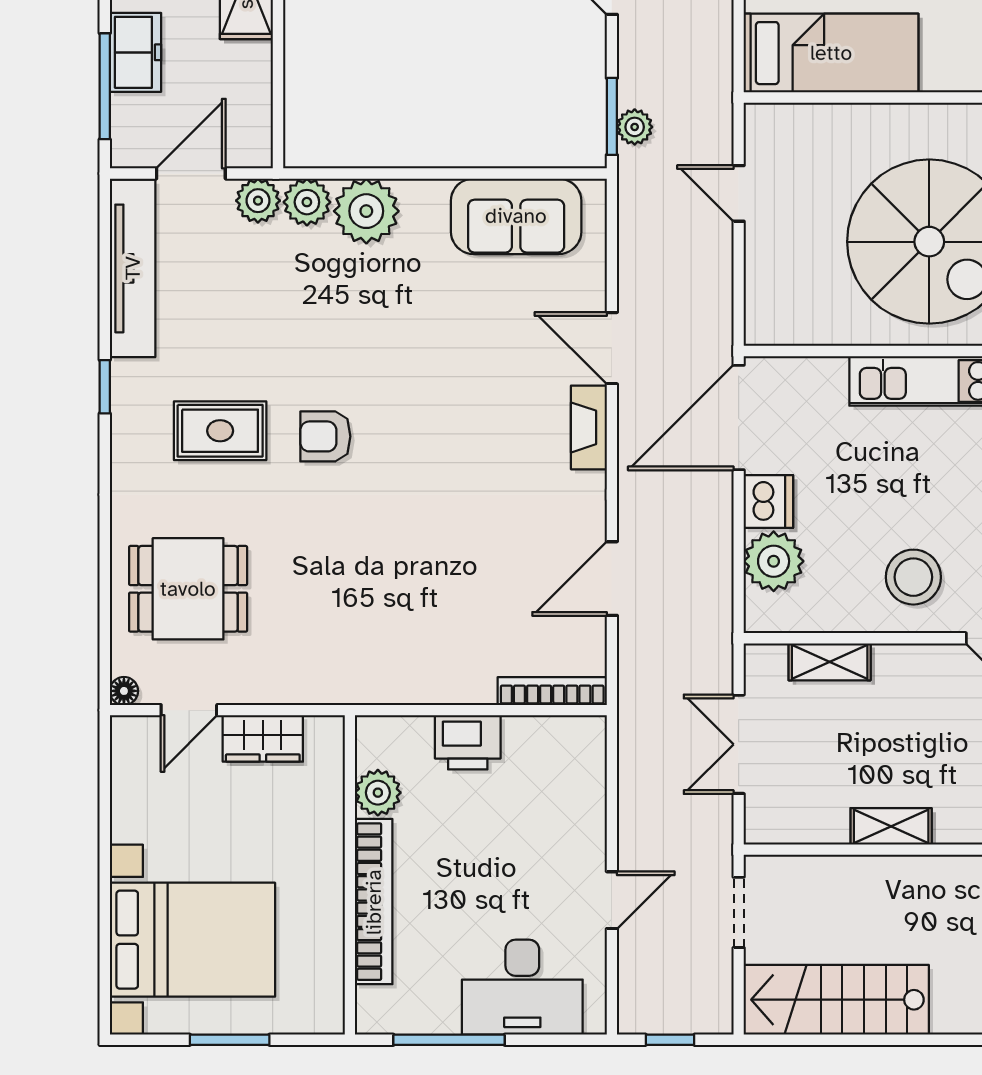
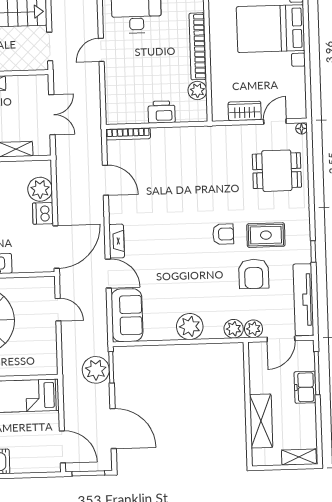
plant: (635, 127) -> (96, 370), width x1.88, depth x1.88
door: (739, 193) -> (58, 310), moved
plant: (366, 211) -> (190, 327), moved
sofa: (516, 216) -> (127, 315), moved, turned 90
armchair: (253, 336) -> (254, 274), added
door: (612, 579) -> (105, 180), hinge flipped

